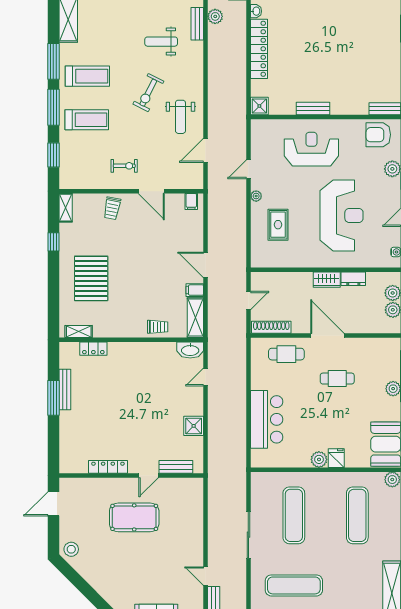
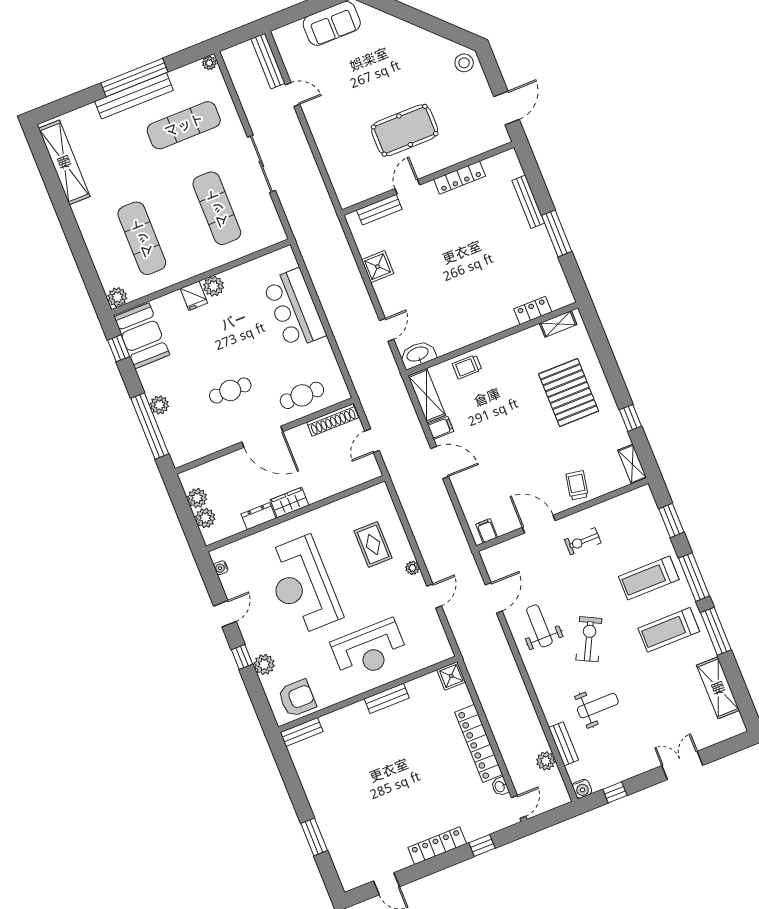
bench: (65, 389) -> (528, 202), moved

